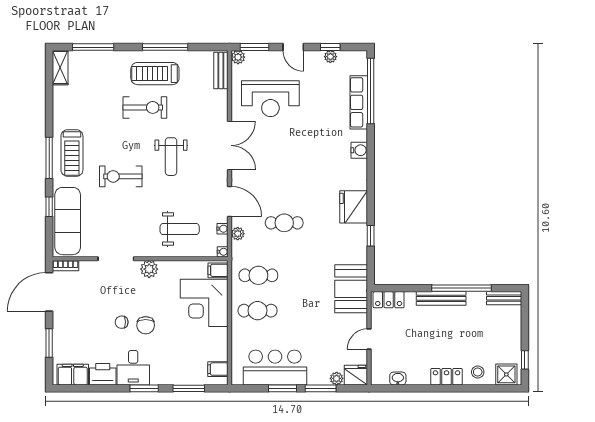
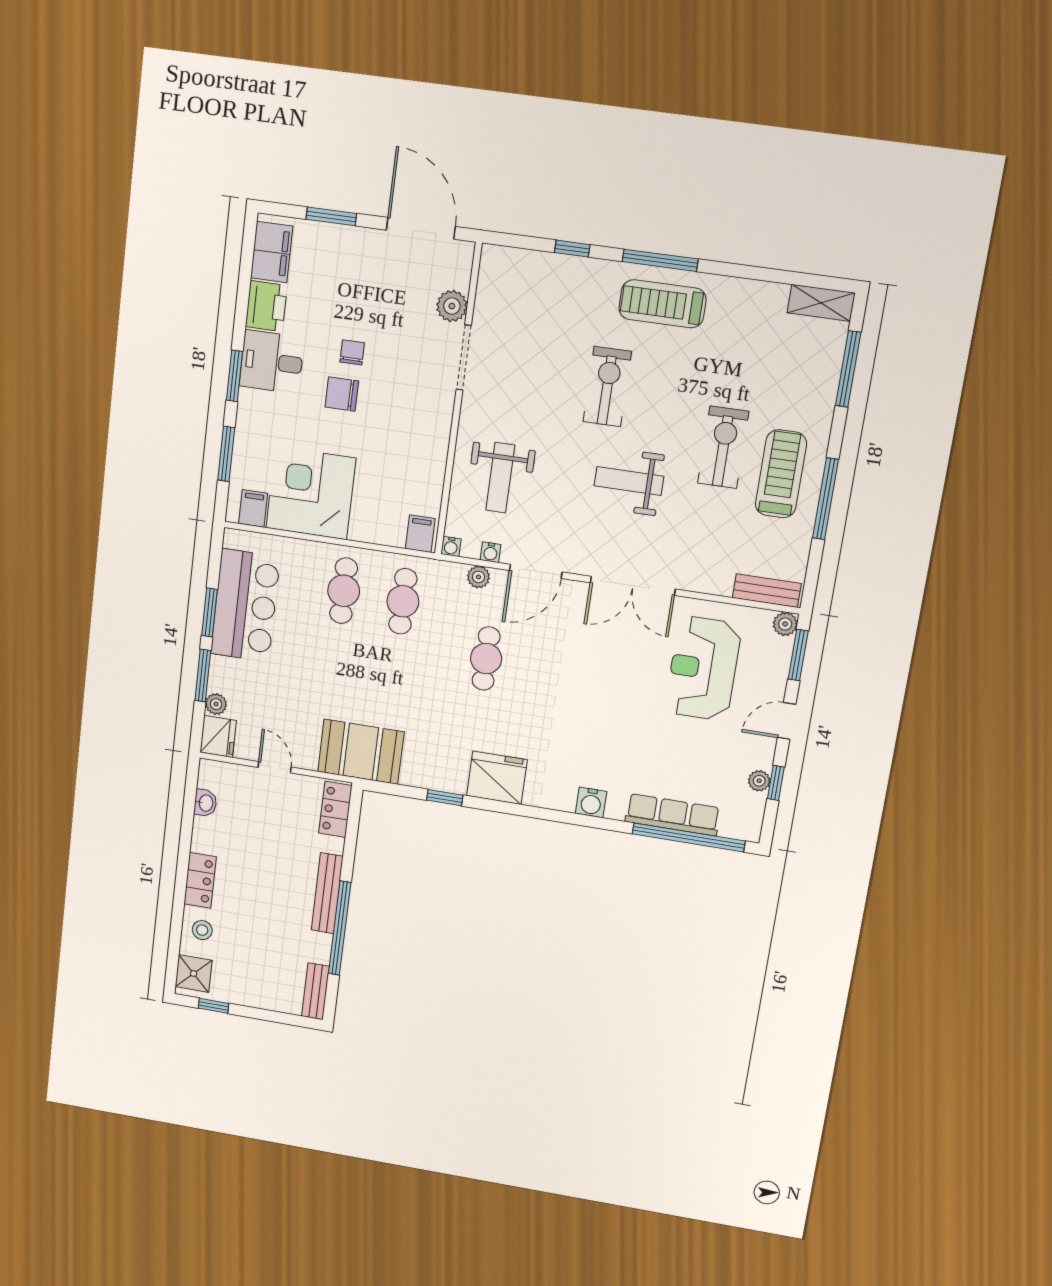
exercise bike: (145, 107) -> (723, 447), turned 180
exercise mat: (68, 221) -> (542, 279), removed
bookcase: (65, 266) -> (464, 265), removed
plant: (149, 269) -> (452, 306), moved
corner desk: (204, 303) -> (311, 493), moved

